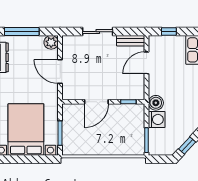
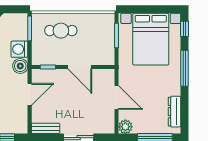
door: (146, 63) -> (30, 94), moved
door: (96, 102) -> (80, 67), swing flipped
cafe table: (115, 138) -> (61, 31), added

